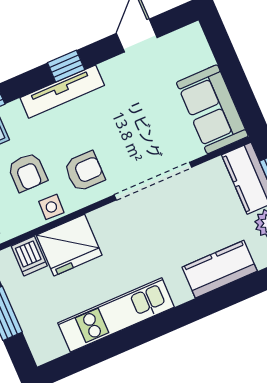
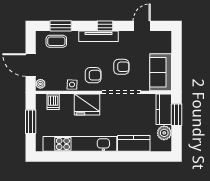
armchair: (27, 172) -> (121, 67), moved, turned -90
fridge: (69, 245) -> (87, 105), moved
kitchen unit: (116, 315) -> (80, 144), width x1.36

